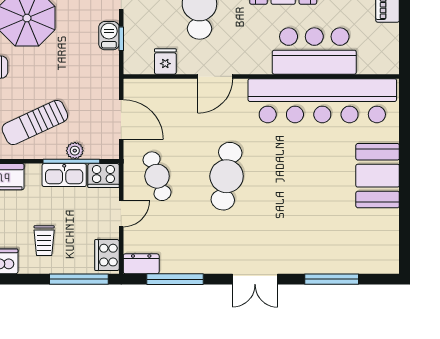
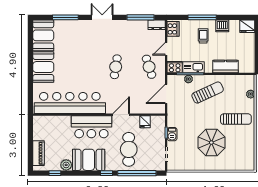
bar counter: (314, 51) -> (91, 127), moved
door: (121, 120) -> (166, 94), hinge flipped
cafe table: (227, 176) -> (116, 67), width x0.73, depth x0.74
booth: (378, 242) -> (43, 35), added
window: (79, 279) -> (202, 17), moved

